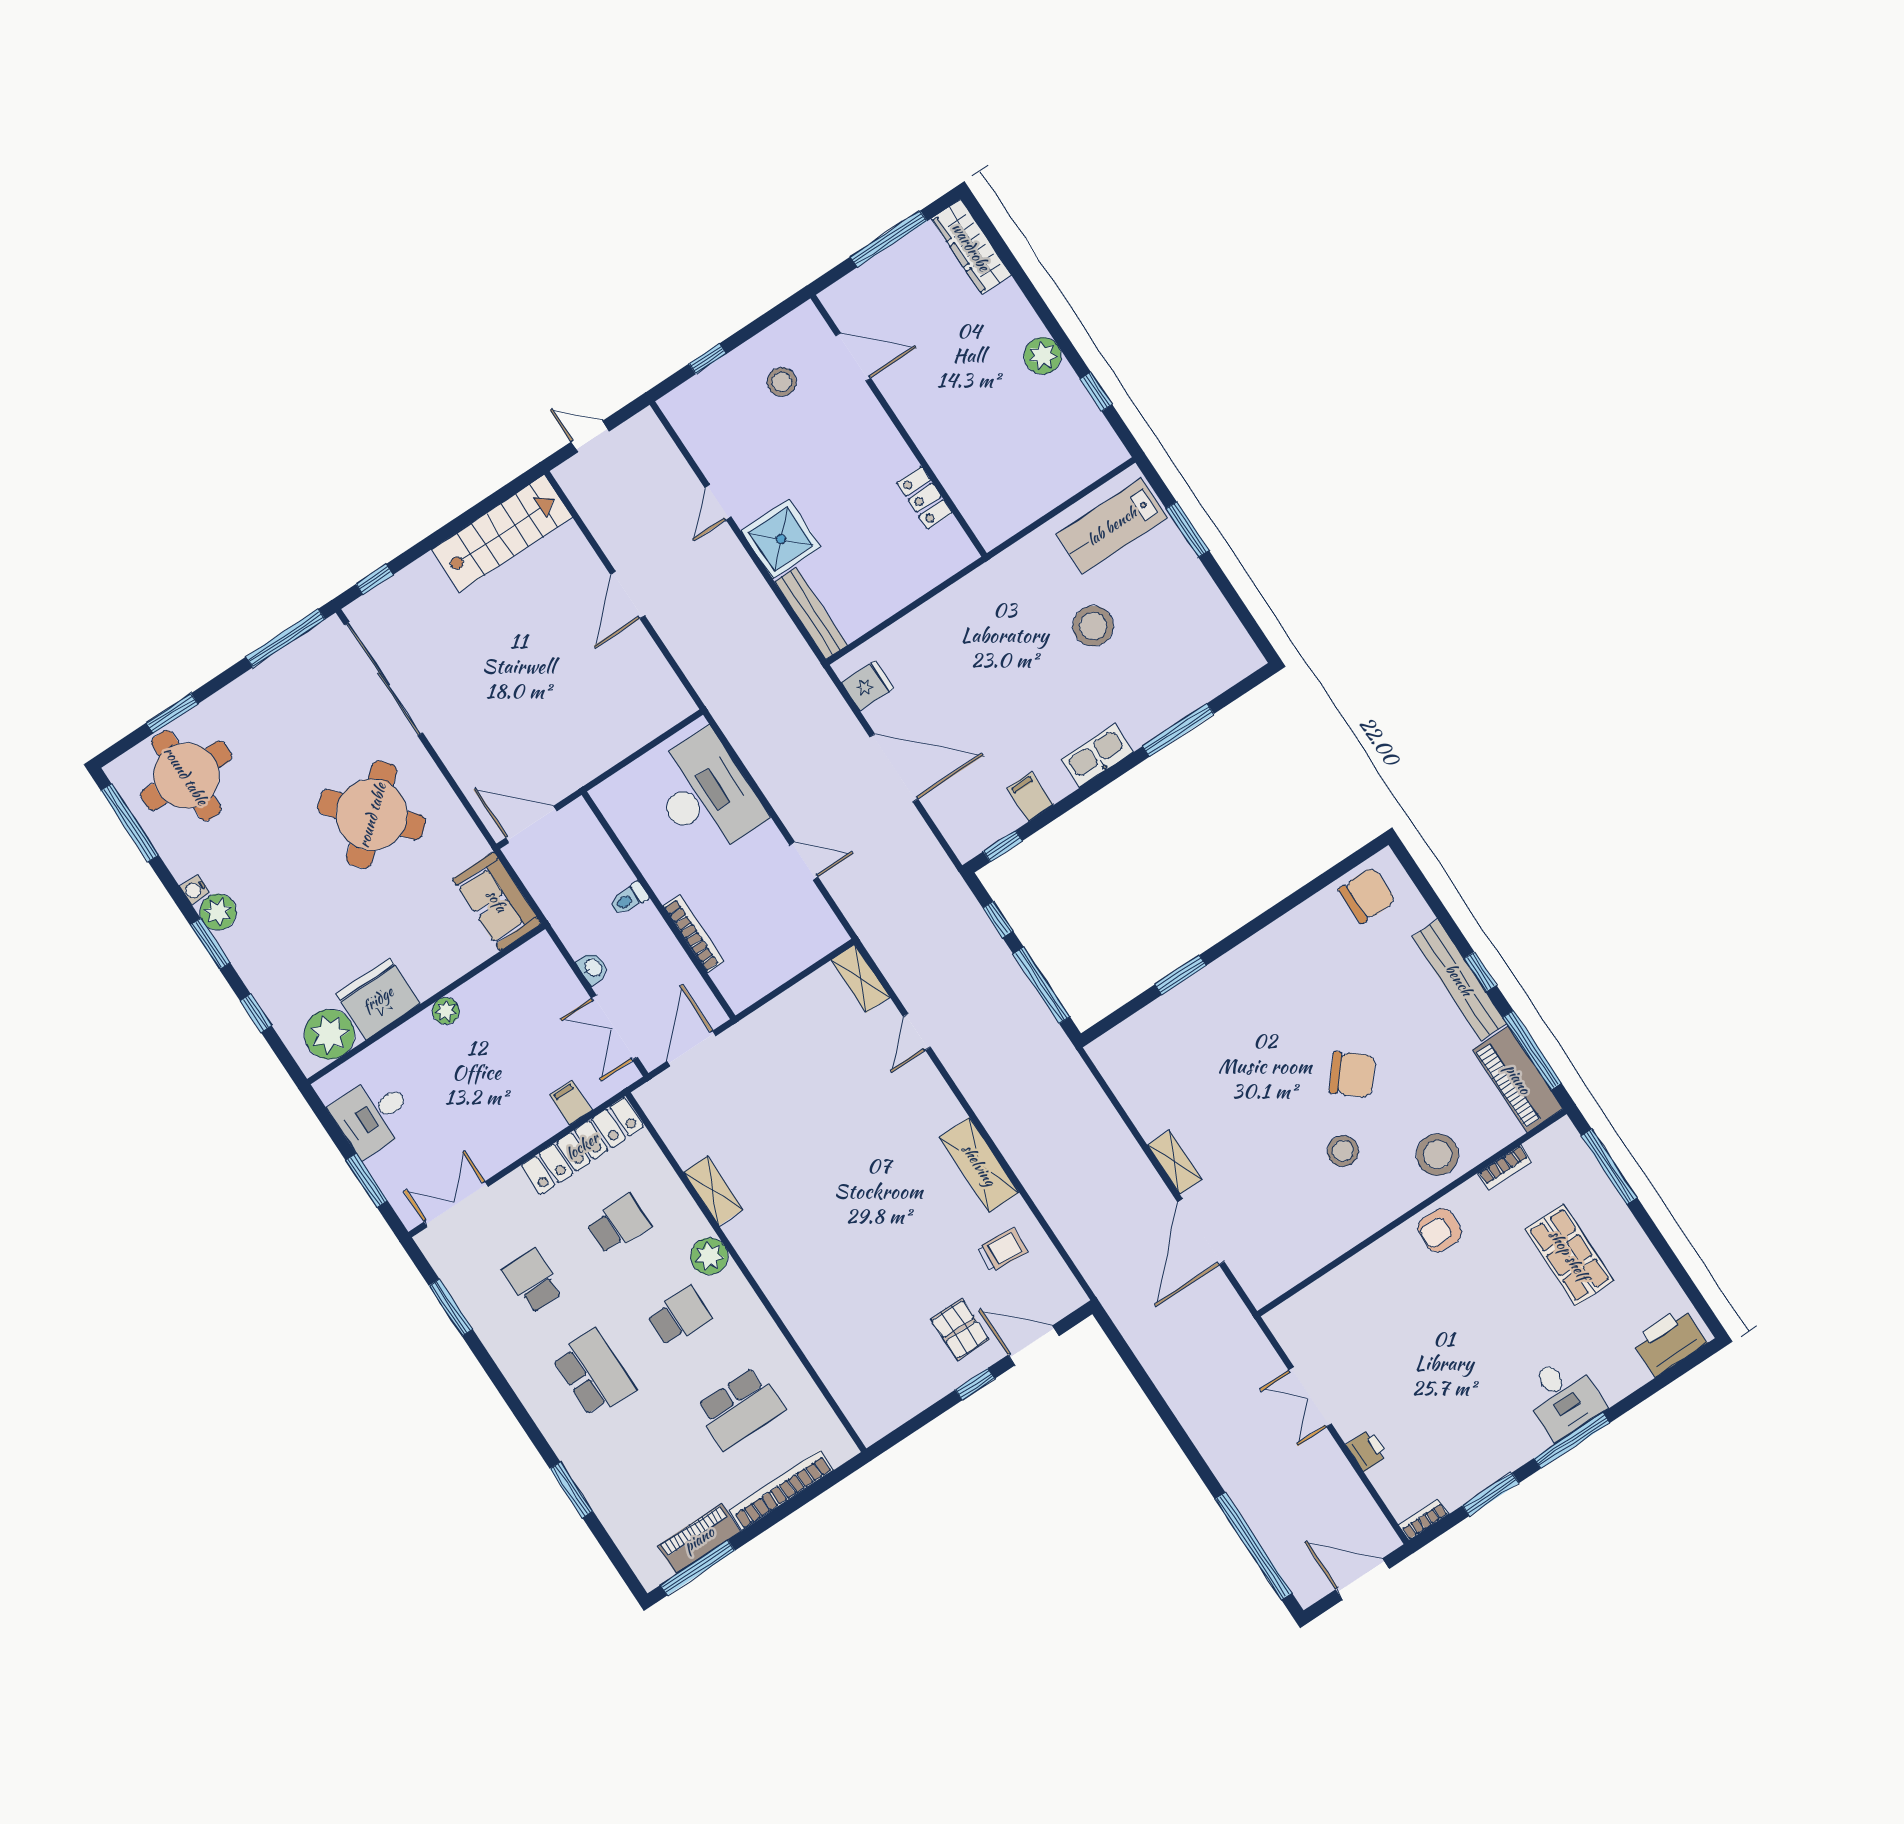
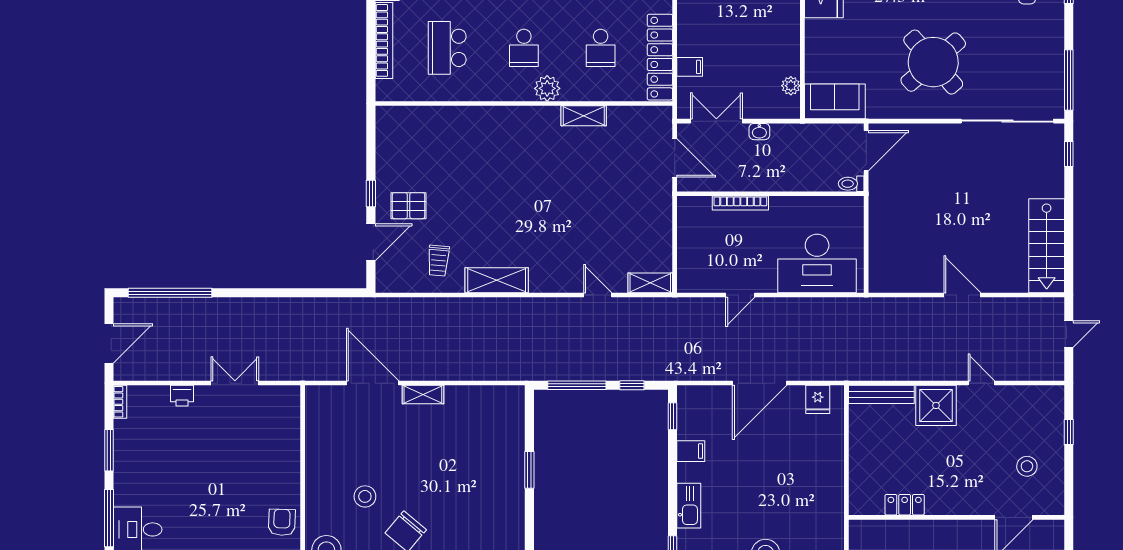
toilet: (629, 899) -> (851, 184), moved, turned -90
plant: (446, 1011) -> (791, 86), moved

